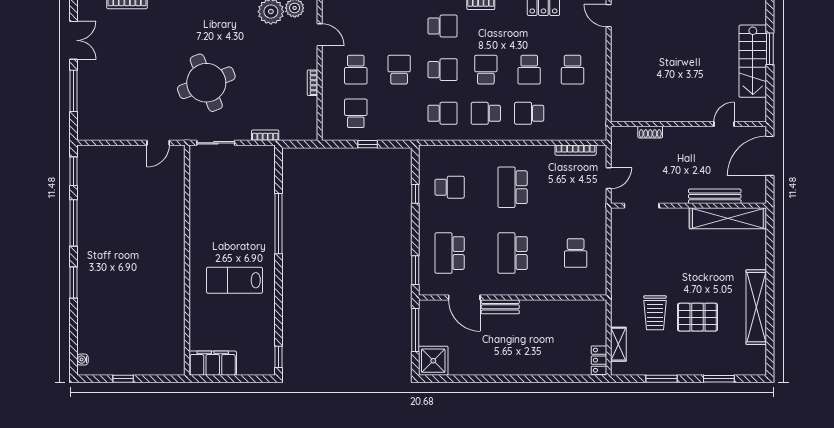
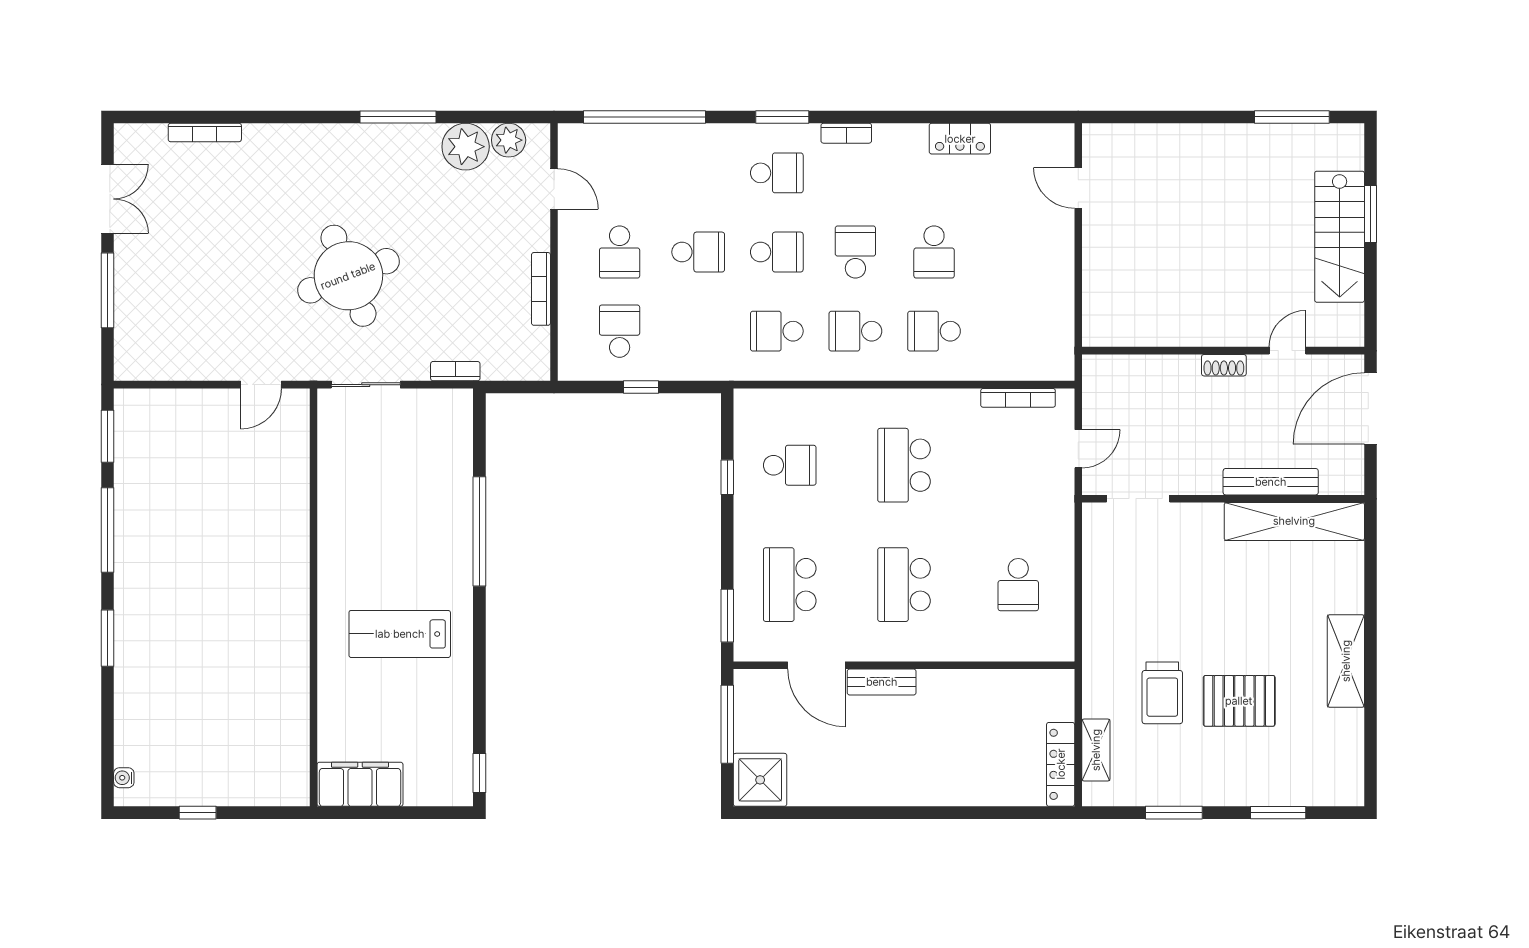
door: (609, 16) -> (1078, 188), moved
school desk: (399, 70) -> (698, 252), turned 90
school desk: (573, 70) -> (1013, 252), removed
bookcase: (312, 83) -> (541, 289), width x1.56
school desk: (442, 113) -> (777, 331), turned 180
shoe rack: (650, 132) -> (1224, 365), moved
shelving: (756, 307) -> (1346, 661), width x0.68
locker: (599, 360) -> (1061, 764), width x1.53

